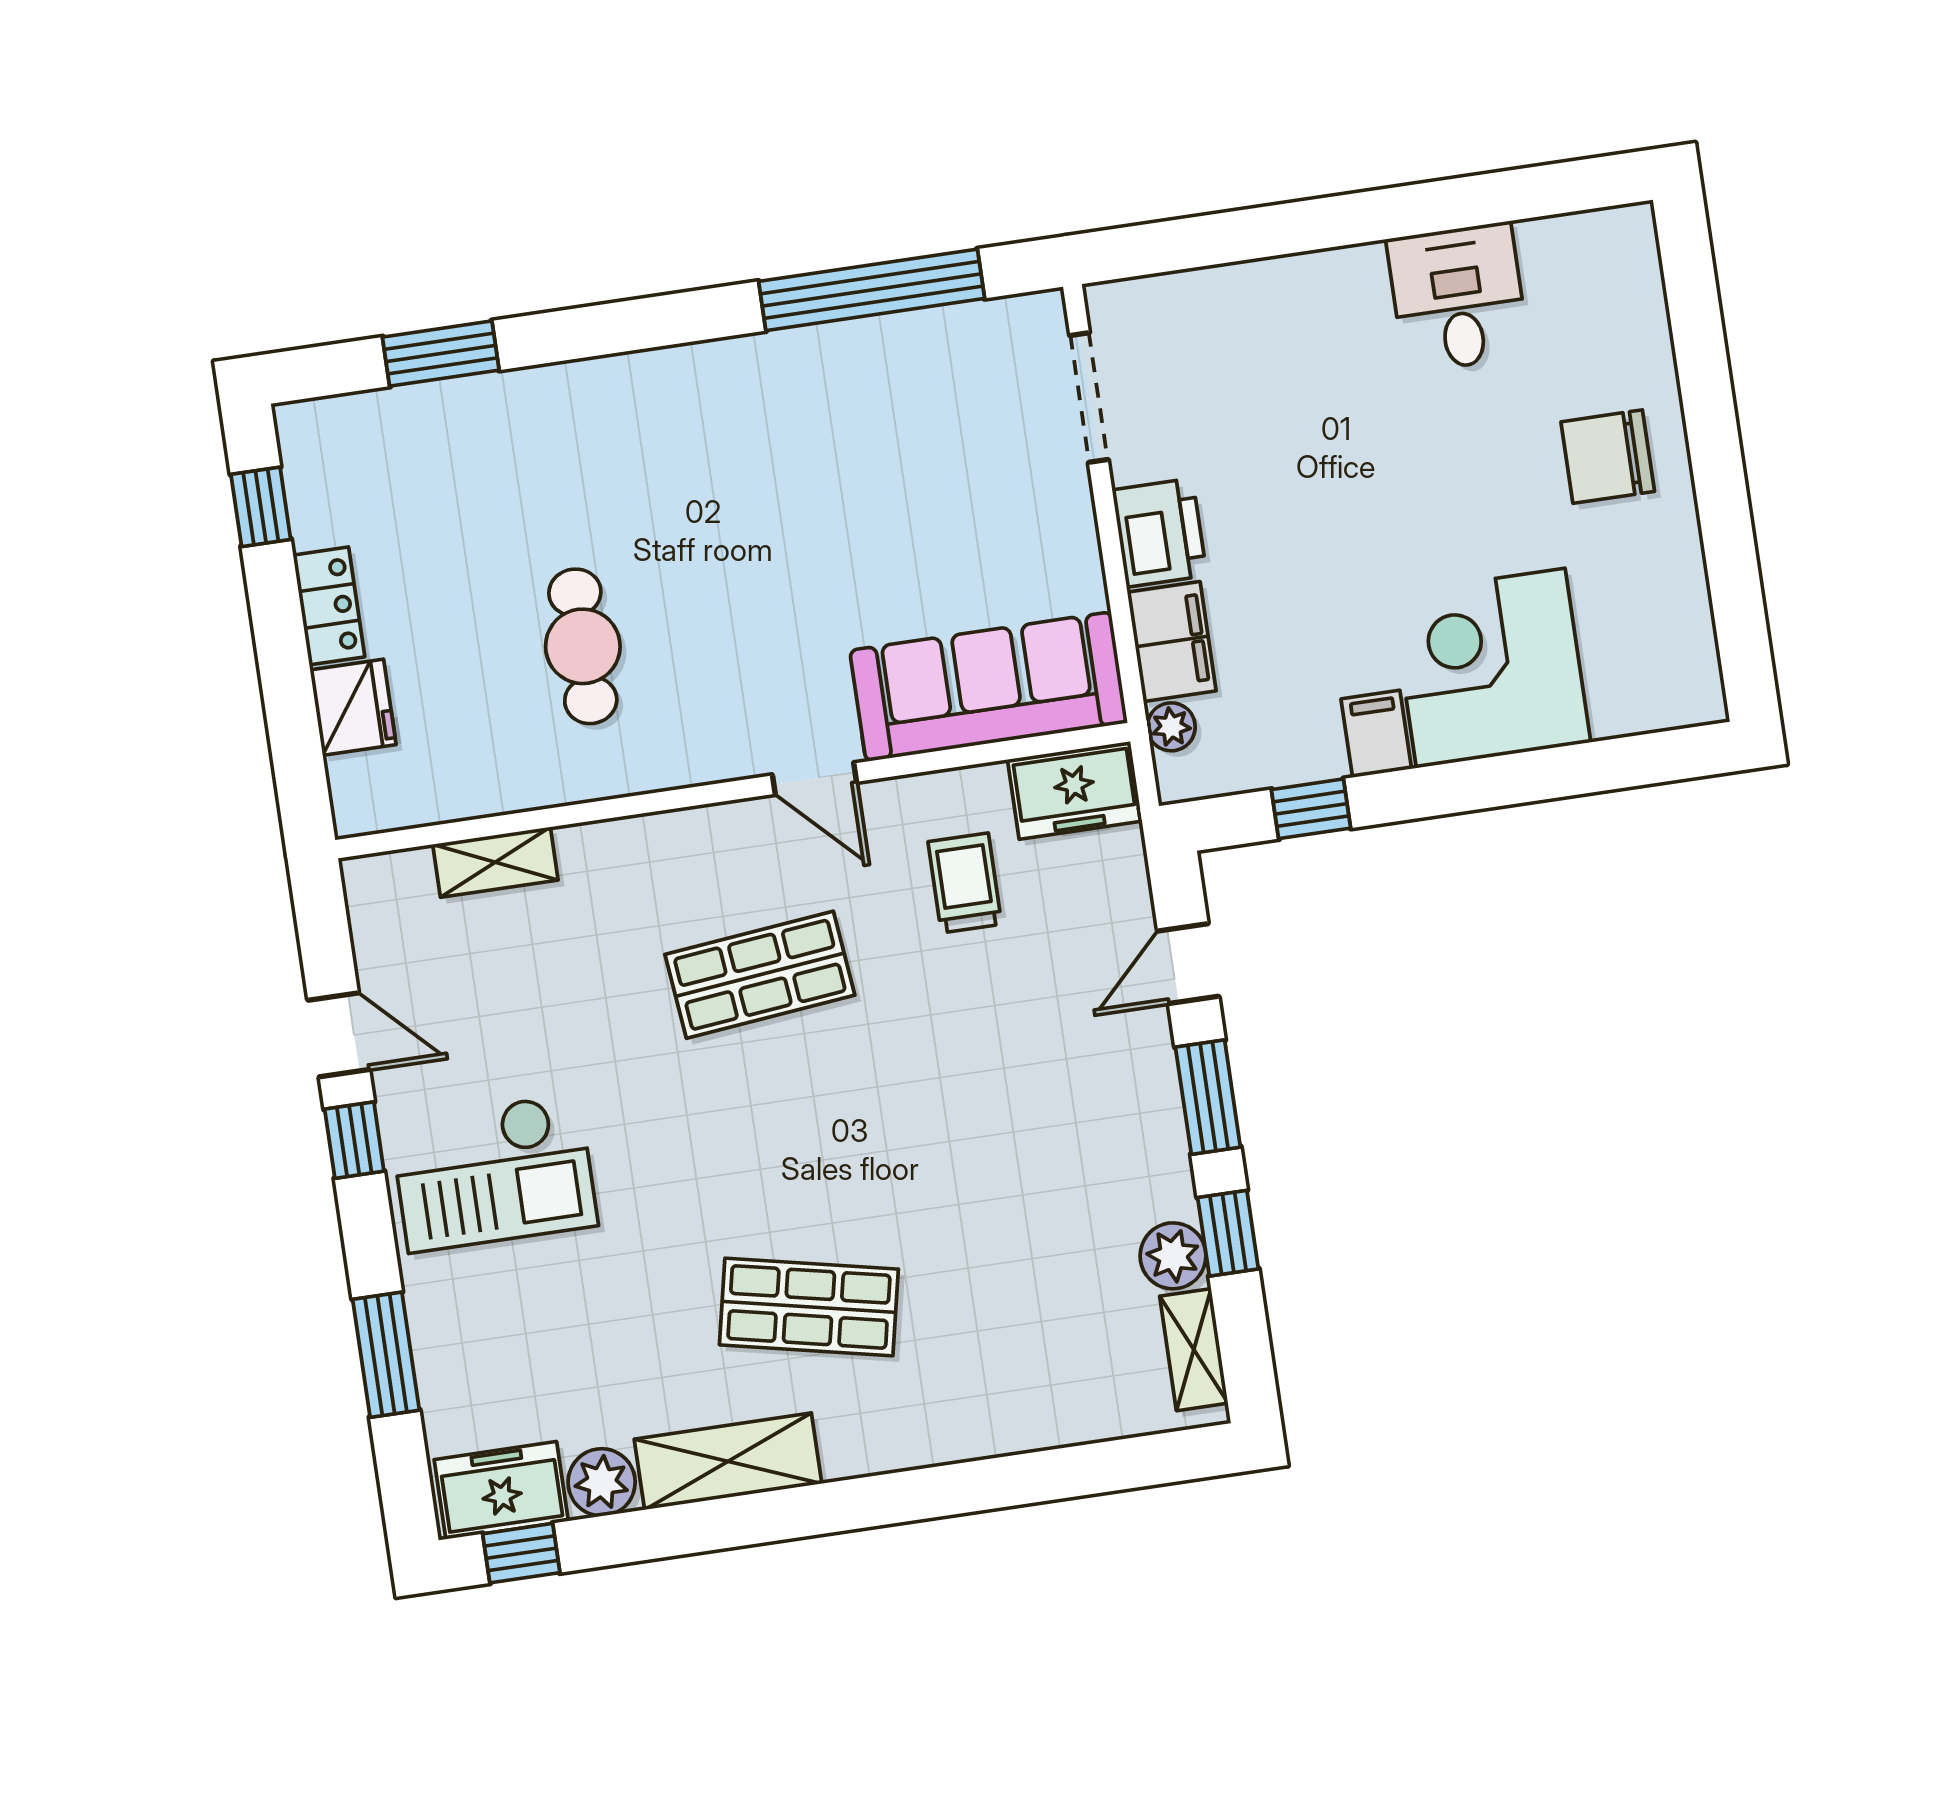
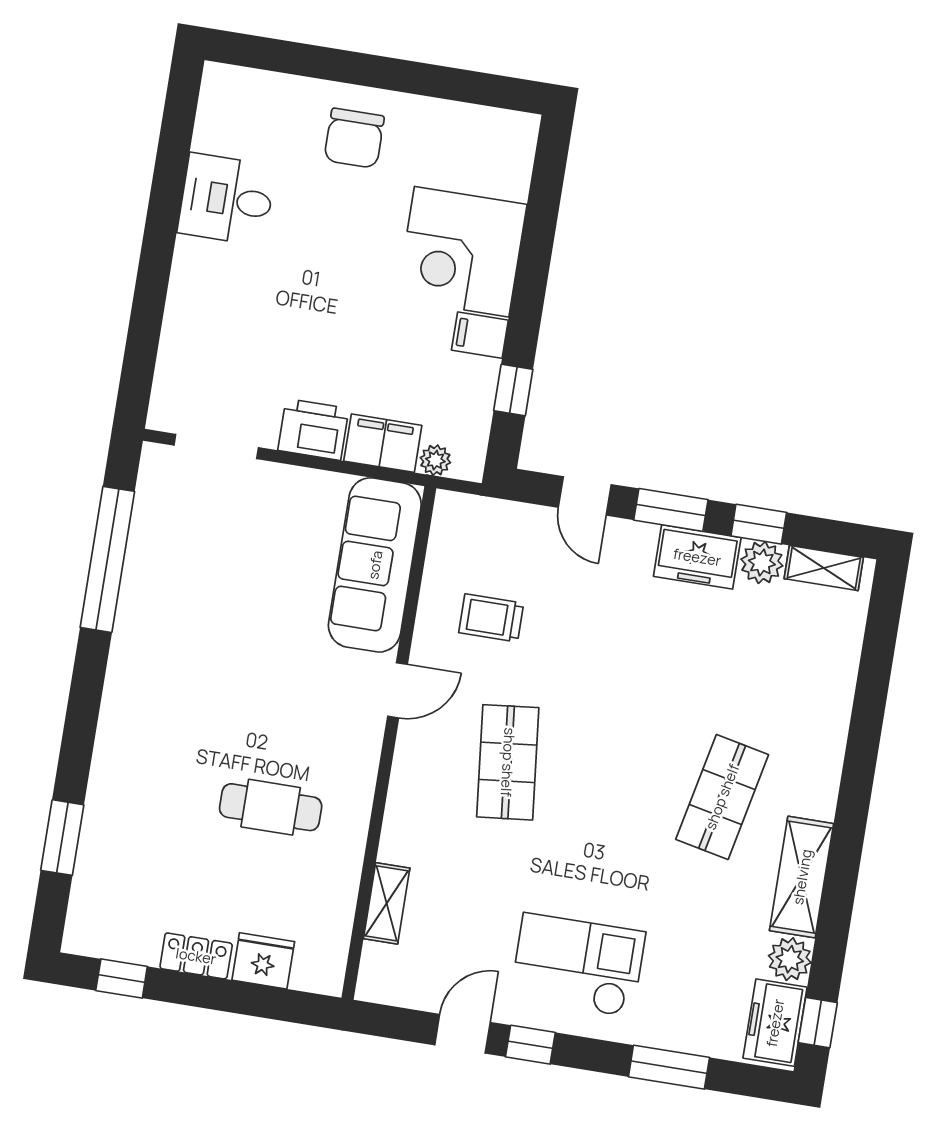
freezer: (1075, 790) -> (697, 557), moved, turned 90
checkout: (494, 1173) -> (578, 965), turned -90

